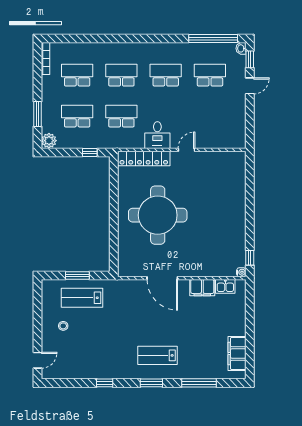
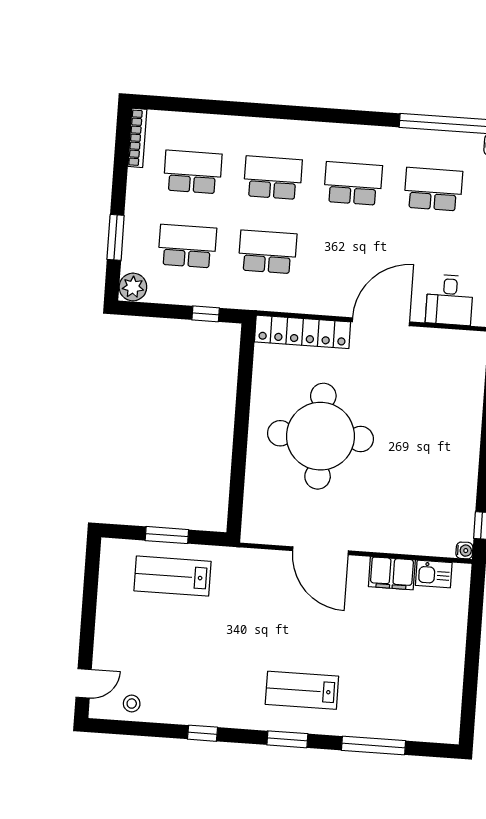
desk: (157, 135) -> (449, 300), moved
door: (186, 150) -> (381, 322), width x1.88
stool: (63, 326) -> (132, 704), moved
filing cabinet: (237, 354) -> (446, 697), removed

